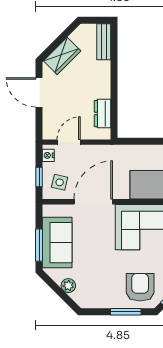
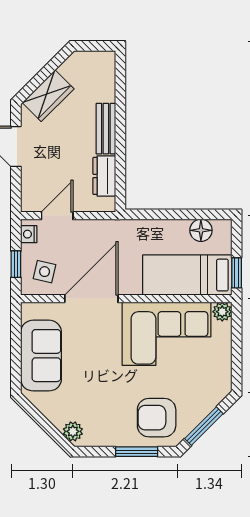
bench: (104, 42) -> (106, 129), moved
window: (39, 245) -> (16, 359), removed
plant: (68, 286) -> (73, 431), moved
armchair: (140, 287) -> (157, 418), turned -90

